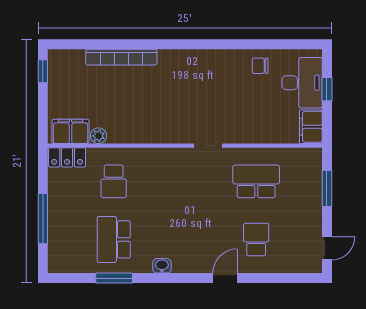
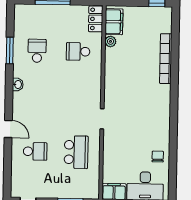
school desk: (114, 239) -> (37, 51), width x0.54

